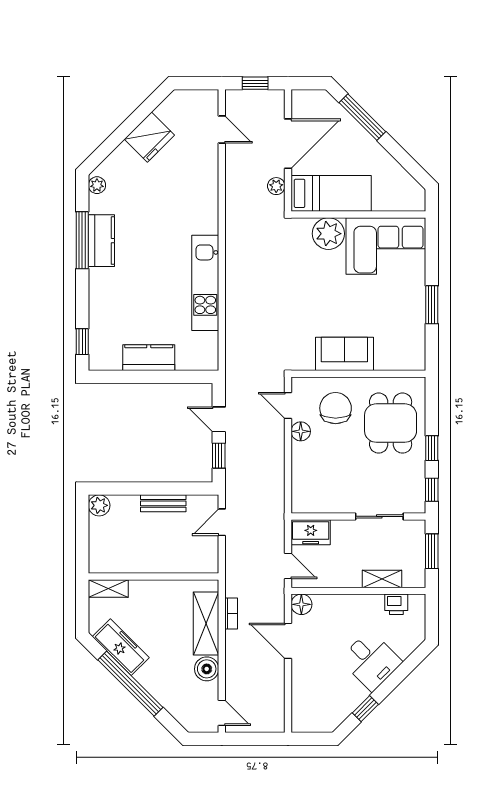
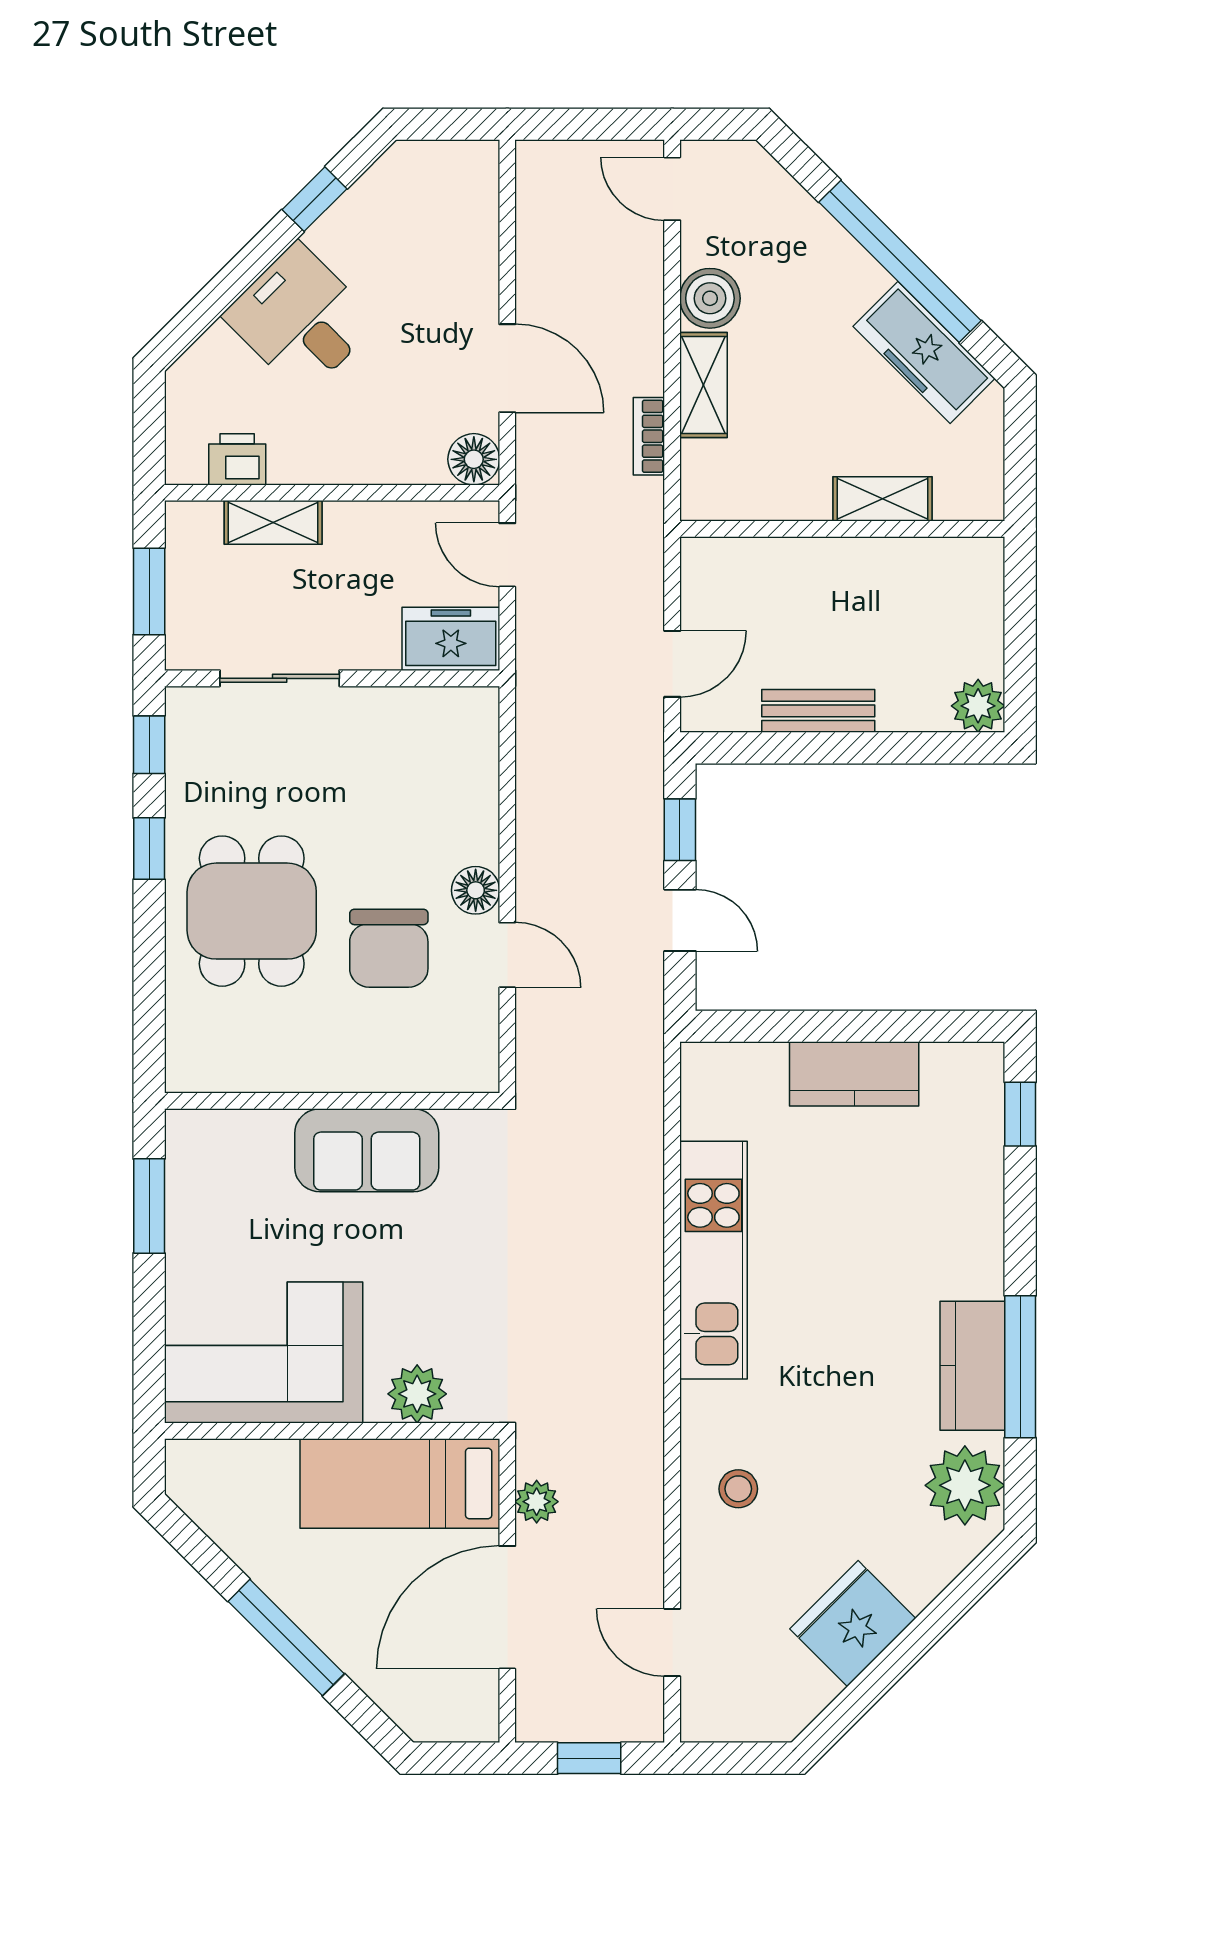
window: (362, 117) -> (286, 1637), moved
plant: (97, 185) -> (965, 1485), width x1.88, depth x1.88
stool: (195, 191) -> (738, 1489), added
plant: (328, 234) -> (417, 1394), width x0.73, depth x0.73
sofa: (344, 354) -> (367, 1150), moved
wall: (358, 374) -> (332, 1101), moved
shelving: (108, 588) -> (882, 499), moved
shelving: (206, 624) -> (704, 385), width x0.67, depth x0.75

